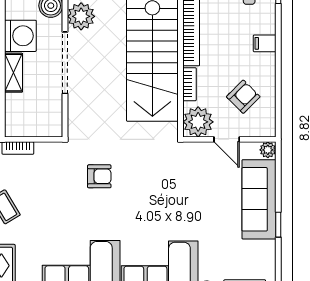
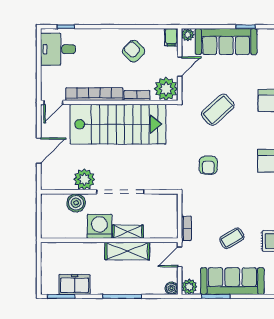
filing cabinet: (265, 43) -> (171, 37), moved
armchair: (243, 97) -> (134, 51), moved
armchair: (99, 176) -> (208, 165), turned 180
coffee table: (171, 189) -> (218, 110), added

